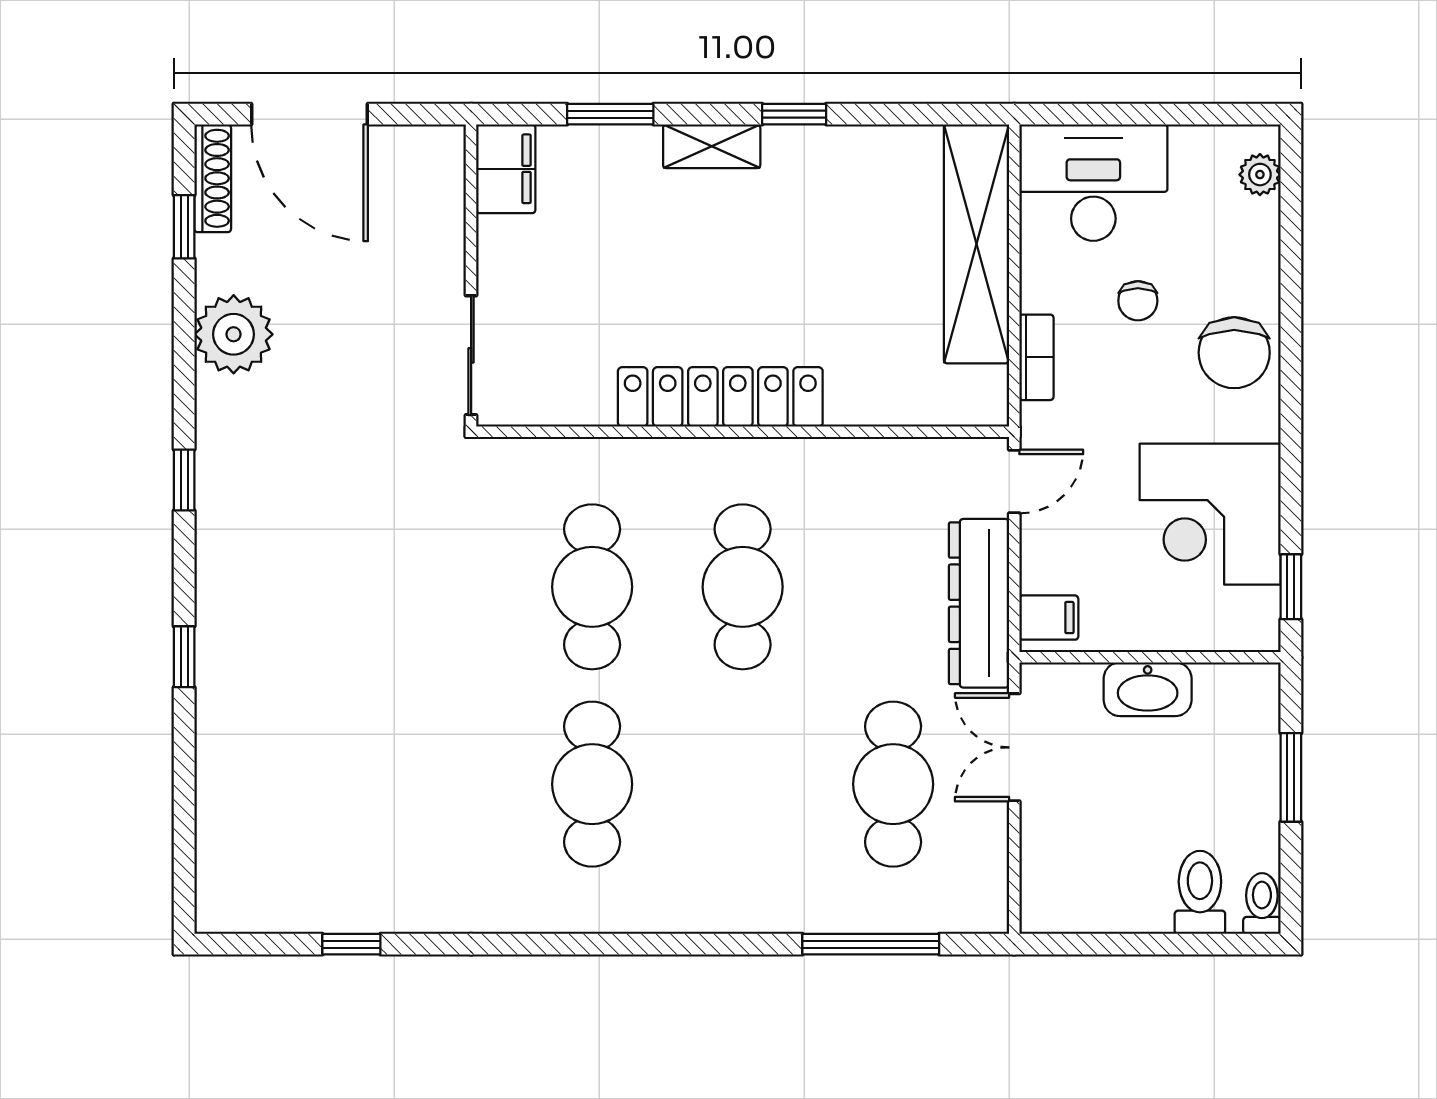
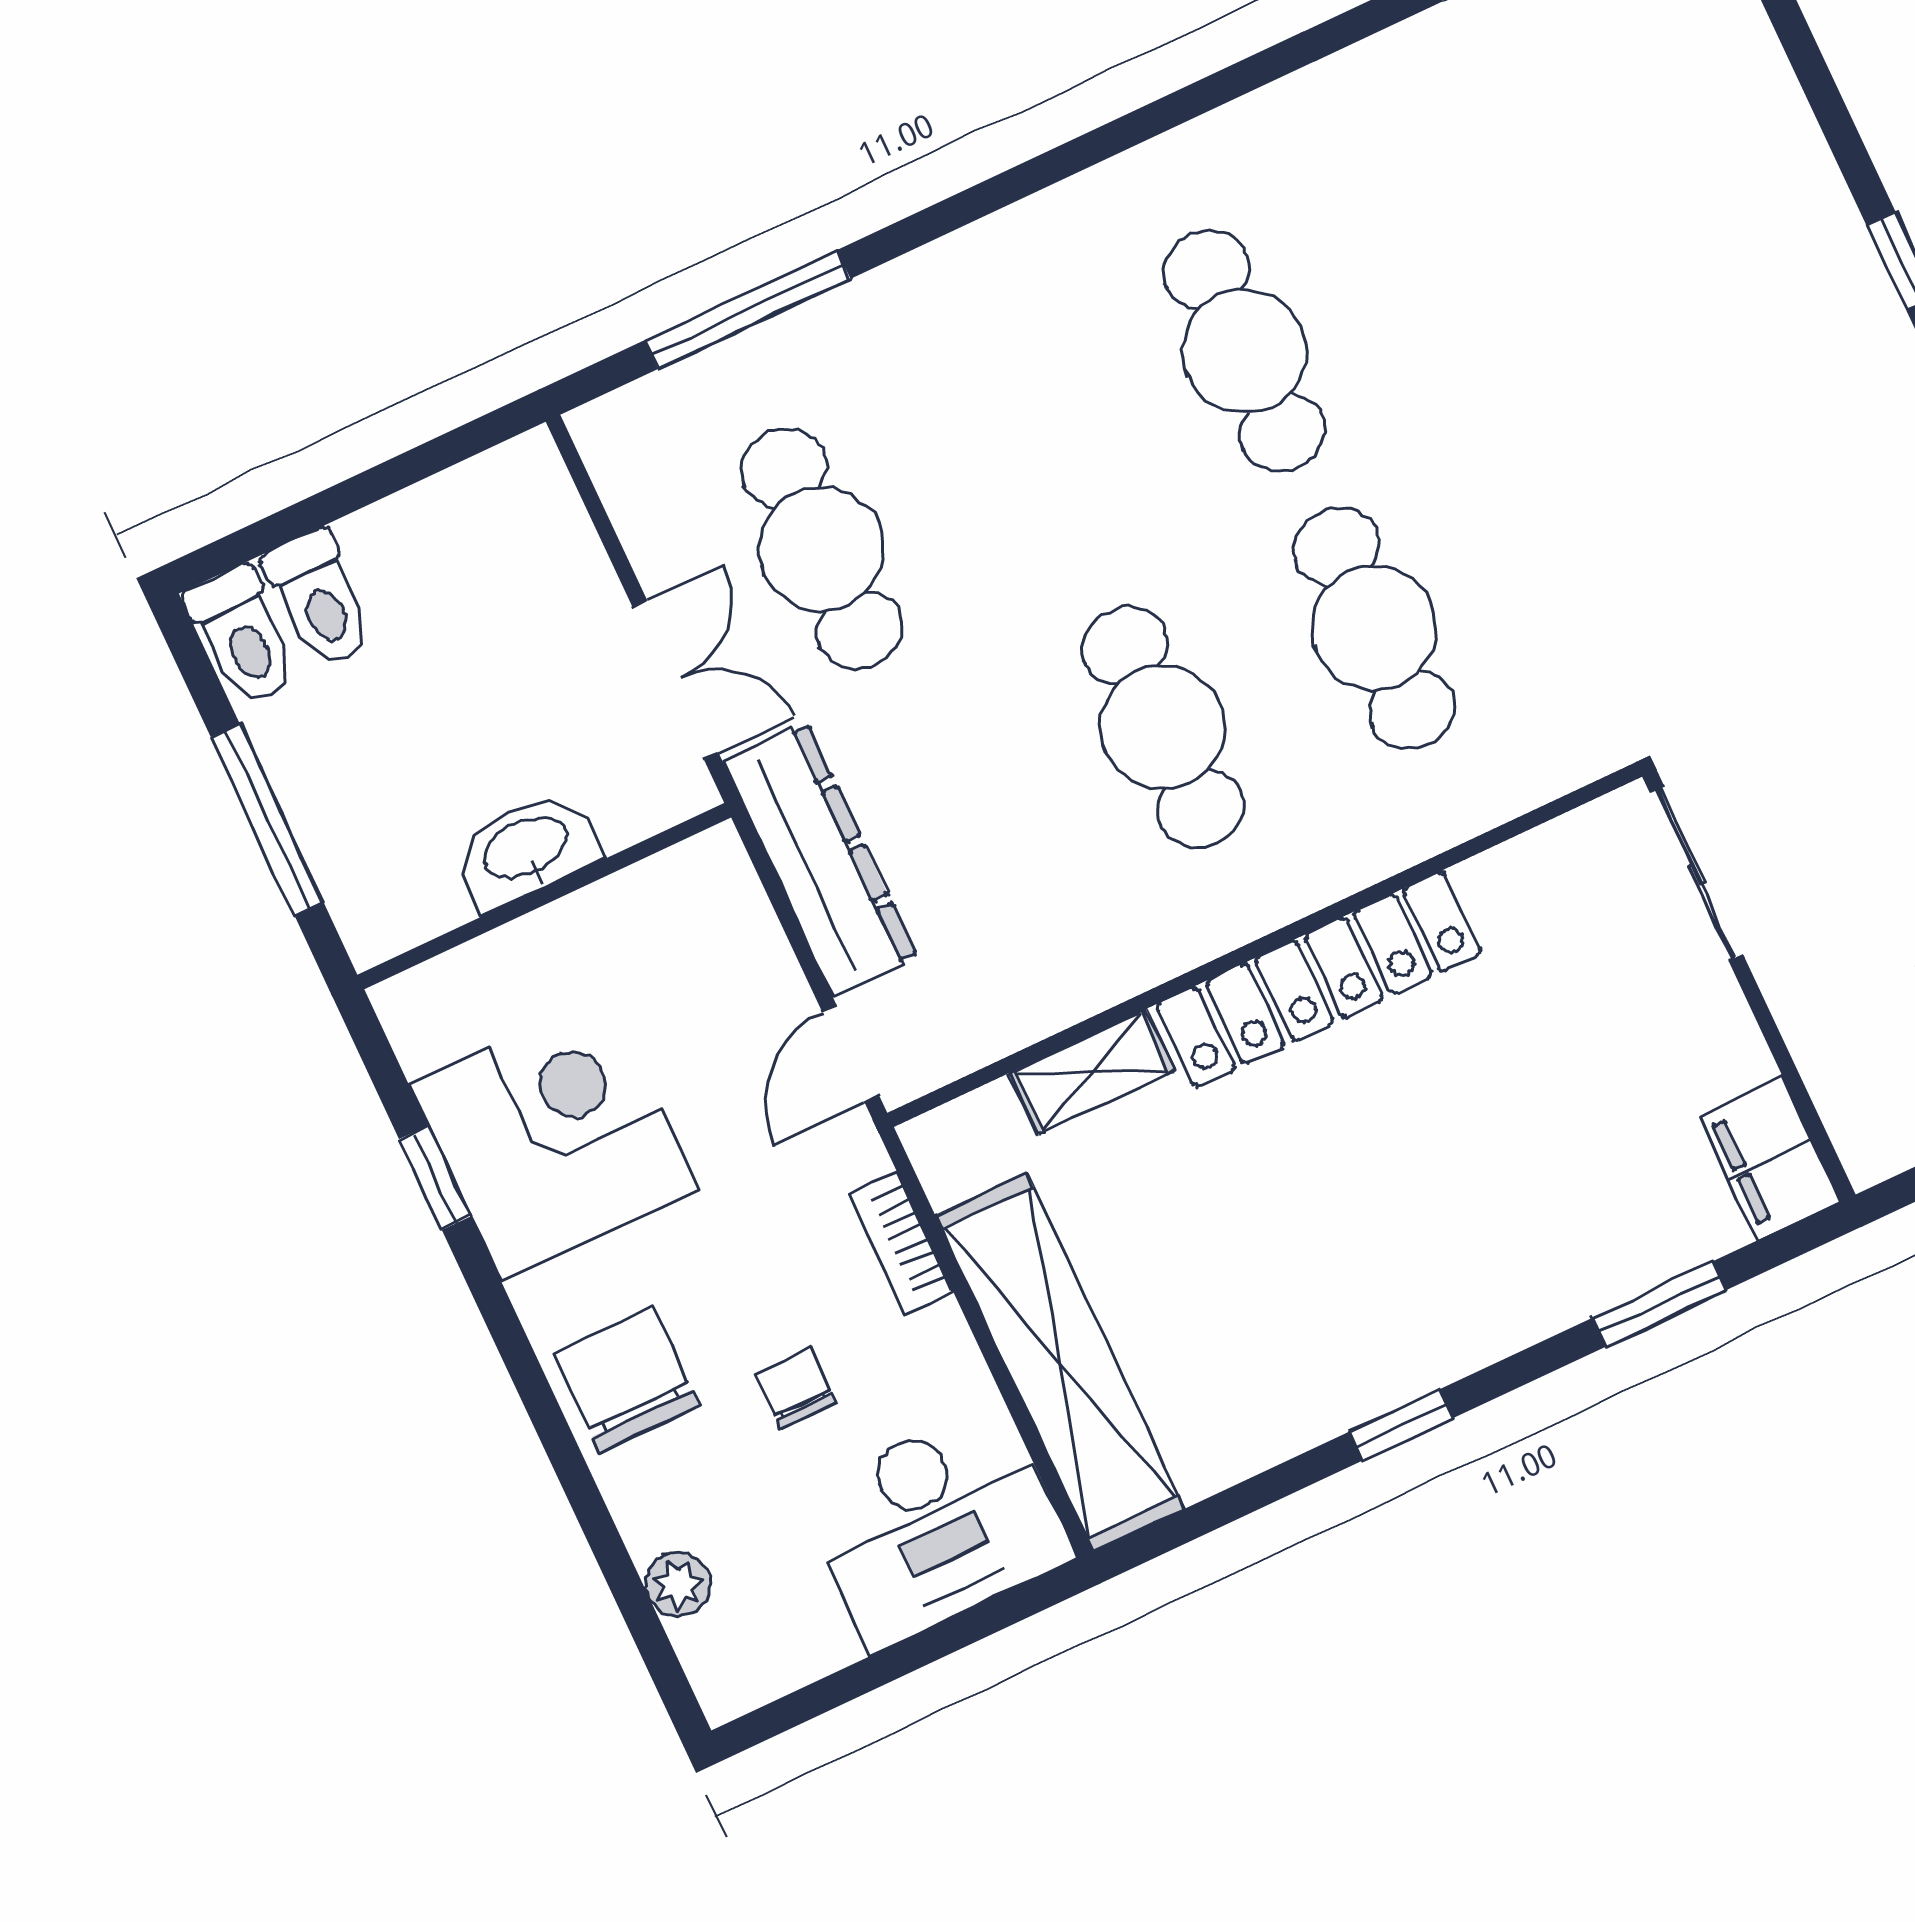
shelving: (712, 146) -> (1092, 1072), moved
plant: (1260, 175) -> (678, 1584), moved
window: (1291, 587) -> (435, 1178), moved
filing cabinet: (1049, 618) -> (712, 885), removed
window: (1291, 777) -> (267, 820), width x1.44
toilet: (1262, 904) -> (242, 636), width x1.37, depth x1.39

